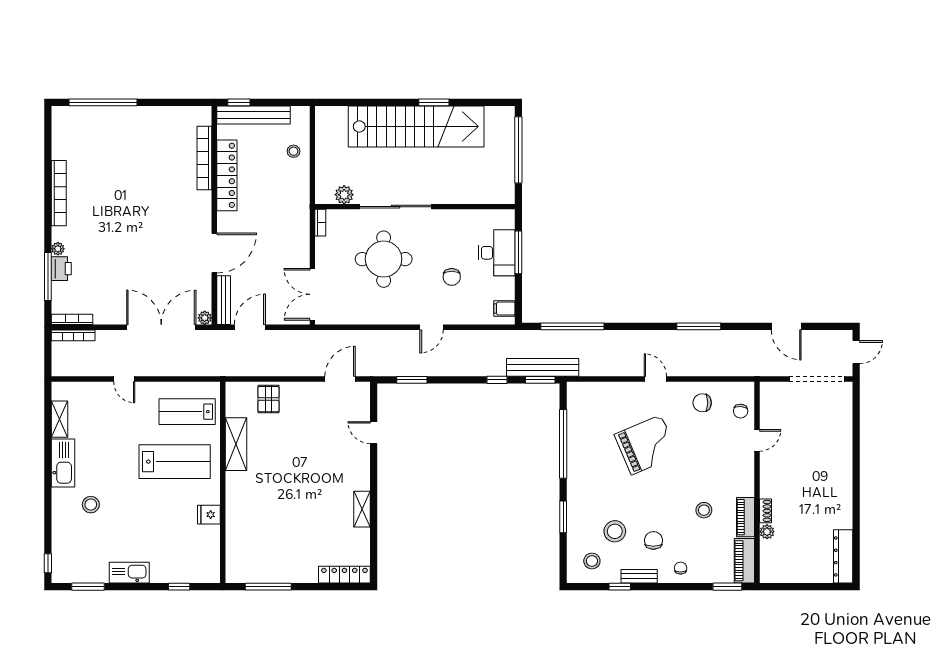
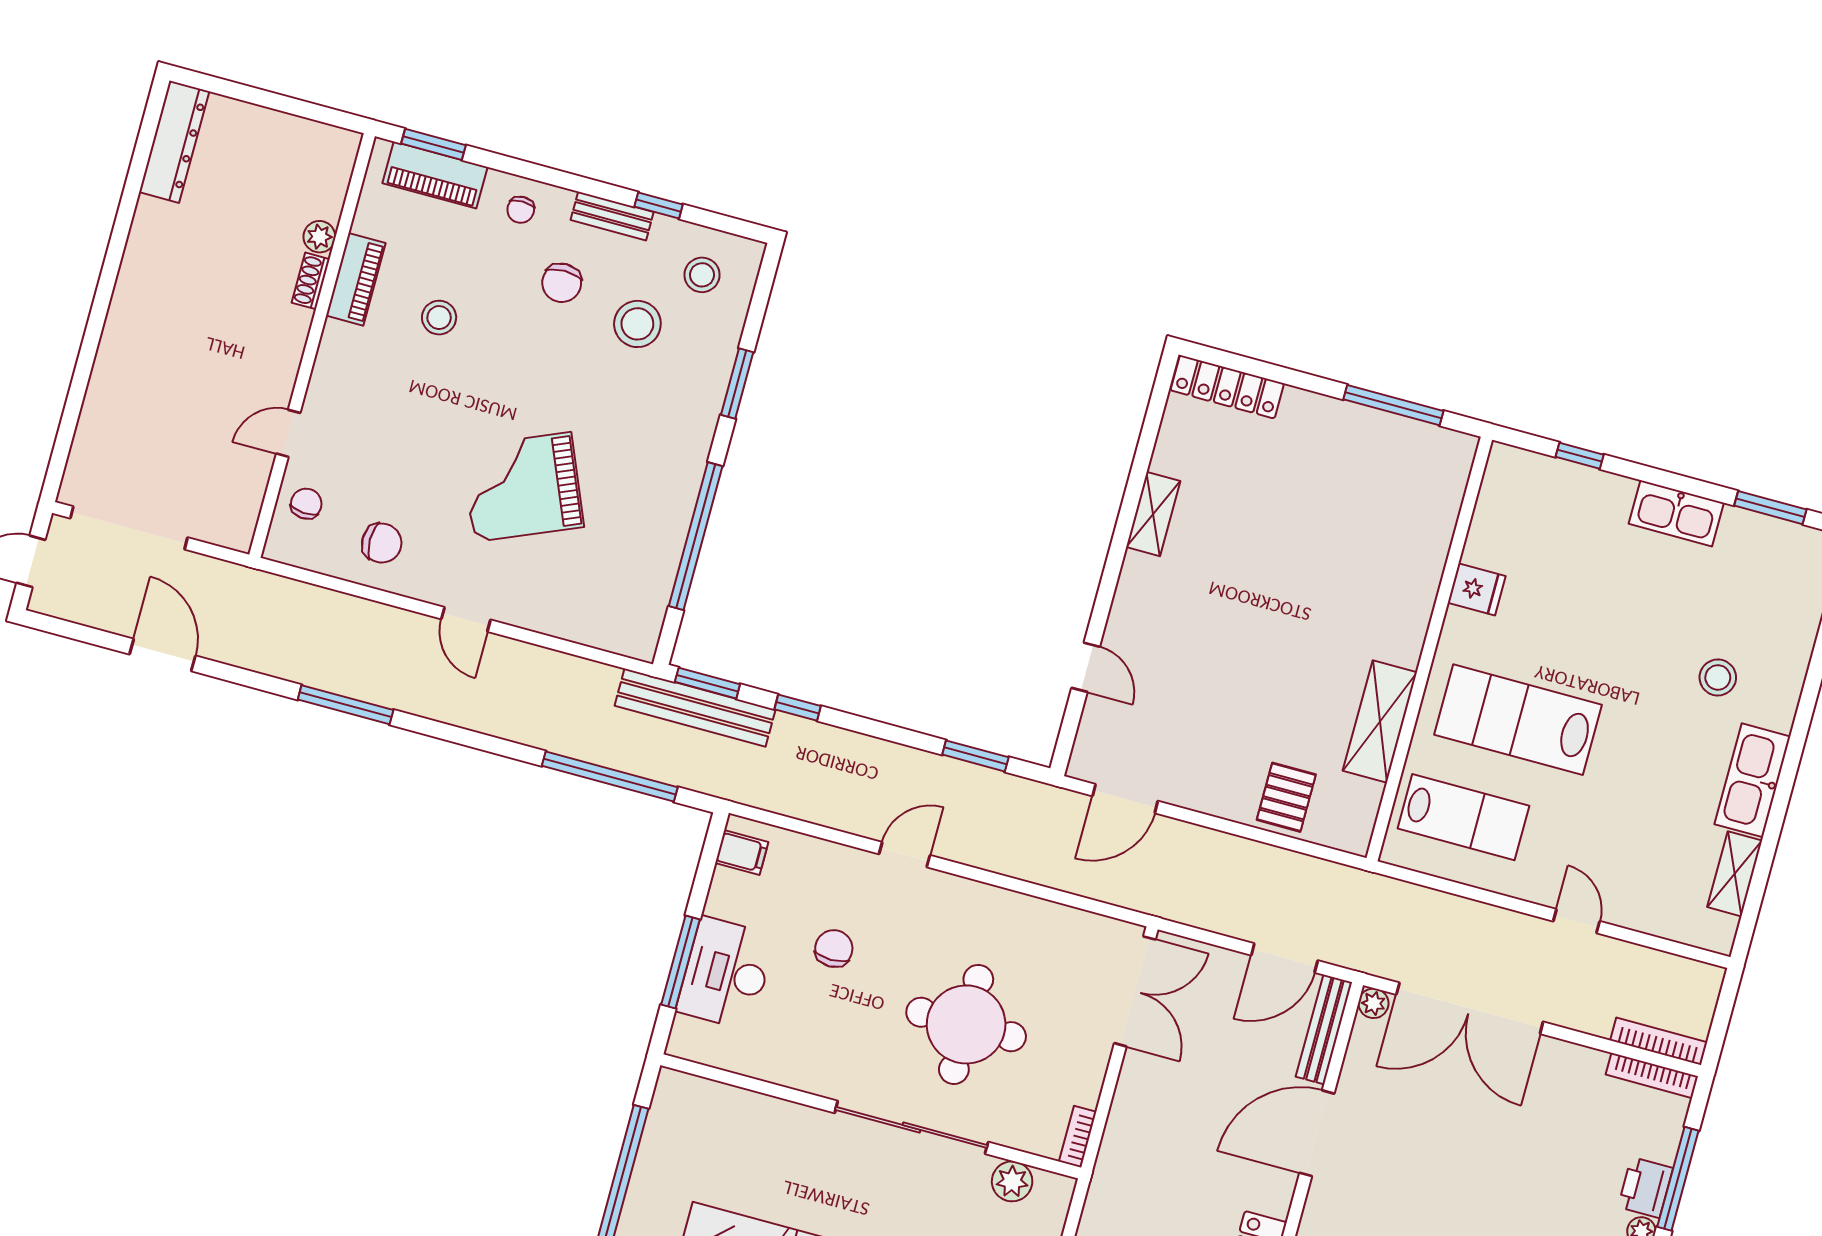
piano: (744, 561) -> (435, 175), moved, turned 90

